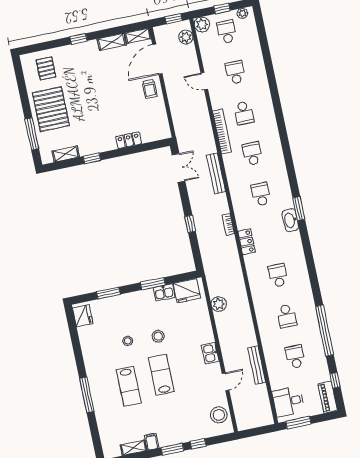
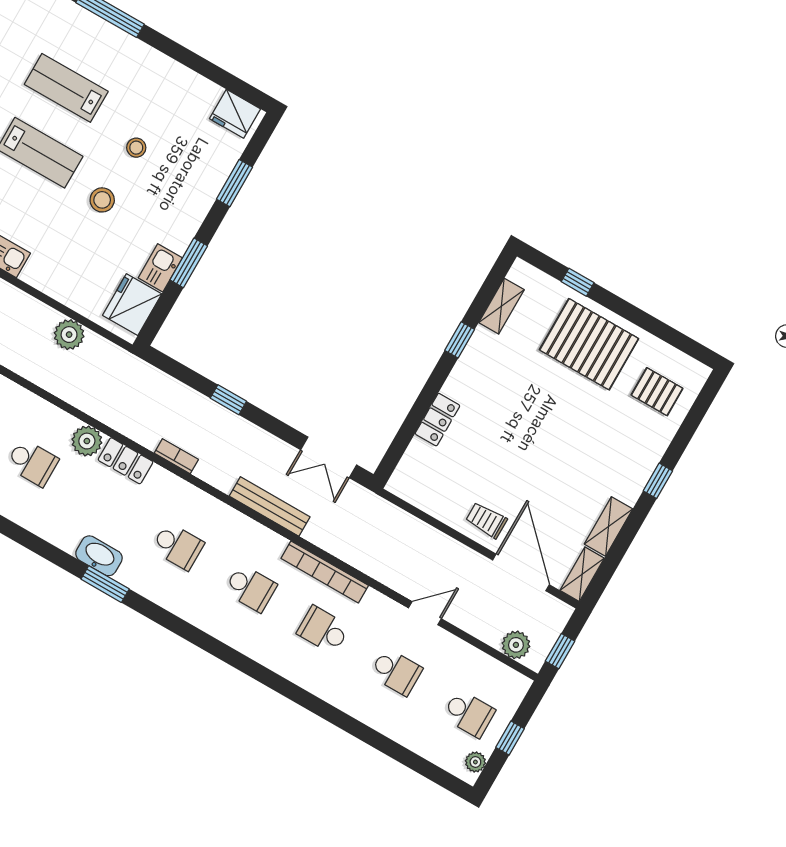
plant: (202, 24) -> (87, 441), moved
window: (32, 134) -> (578, 282), width x0.46

